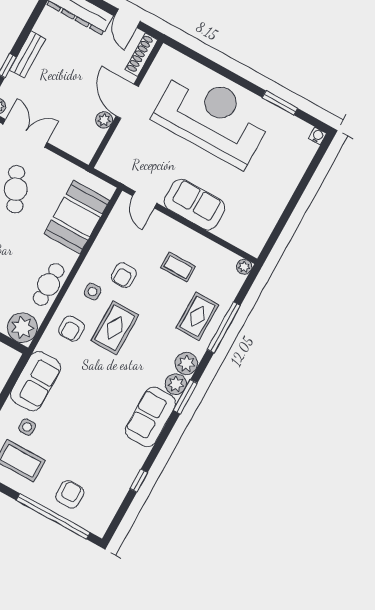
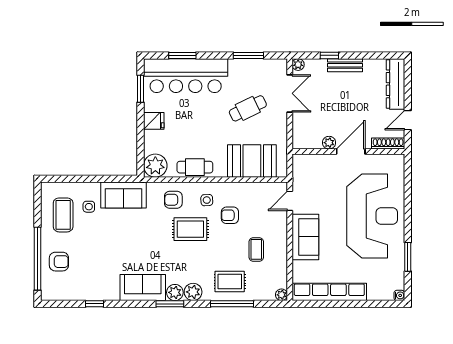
row of seats: (270, 212) -> (329, 292), added

